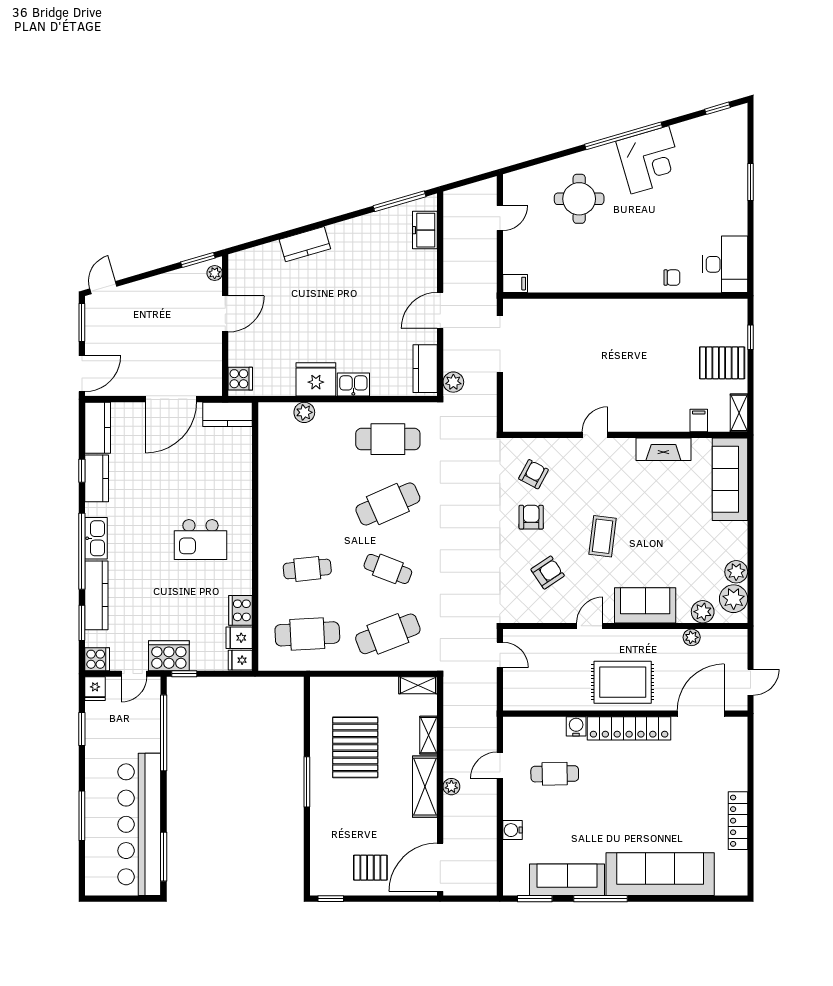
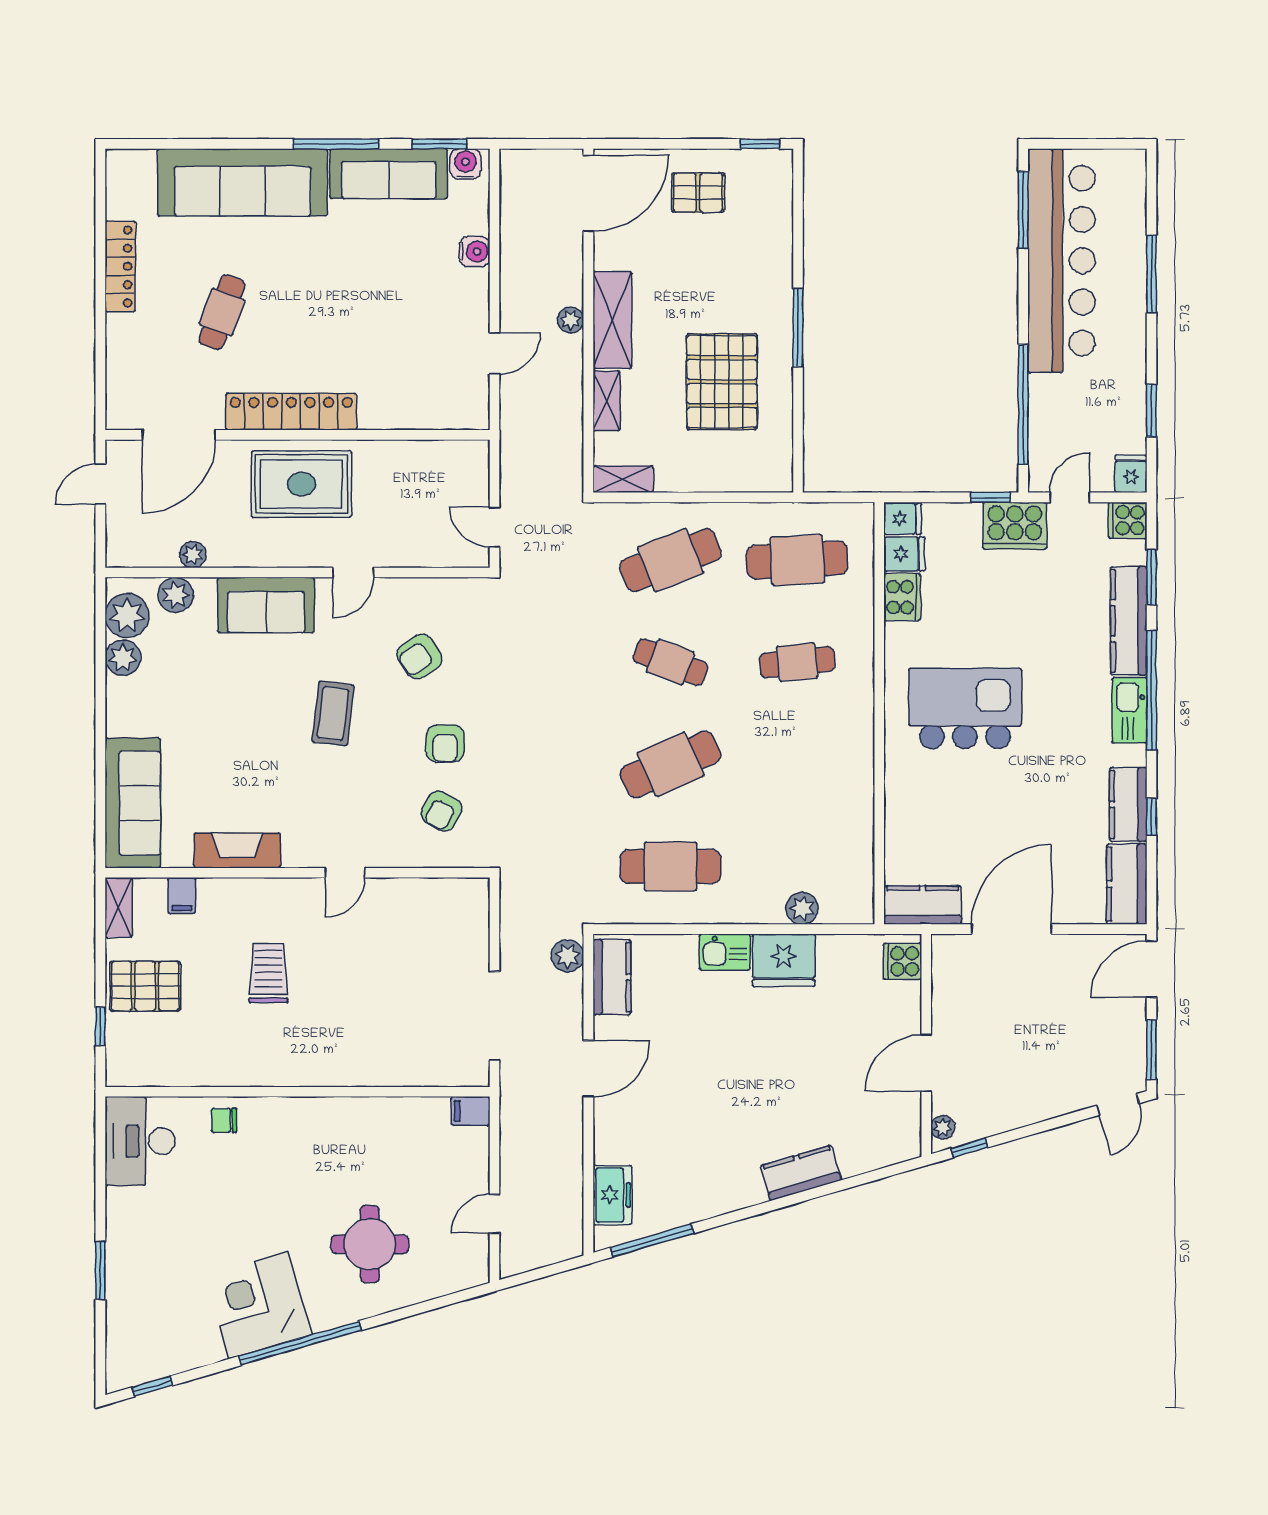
window: (198, 260) -> (969, 1148), width x0.67
trolley: (644, 371) -> (268, 973), added
kitchen island: (200, 540) -> (965, 708), width x1.37, depth x1.28
water cooler: (576, 726) -> (465, 164), moved, turned 180
cafe table: (555, 774) -> (222, 312), moved, turned -69

